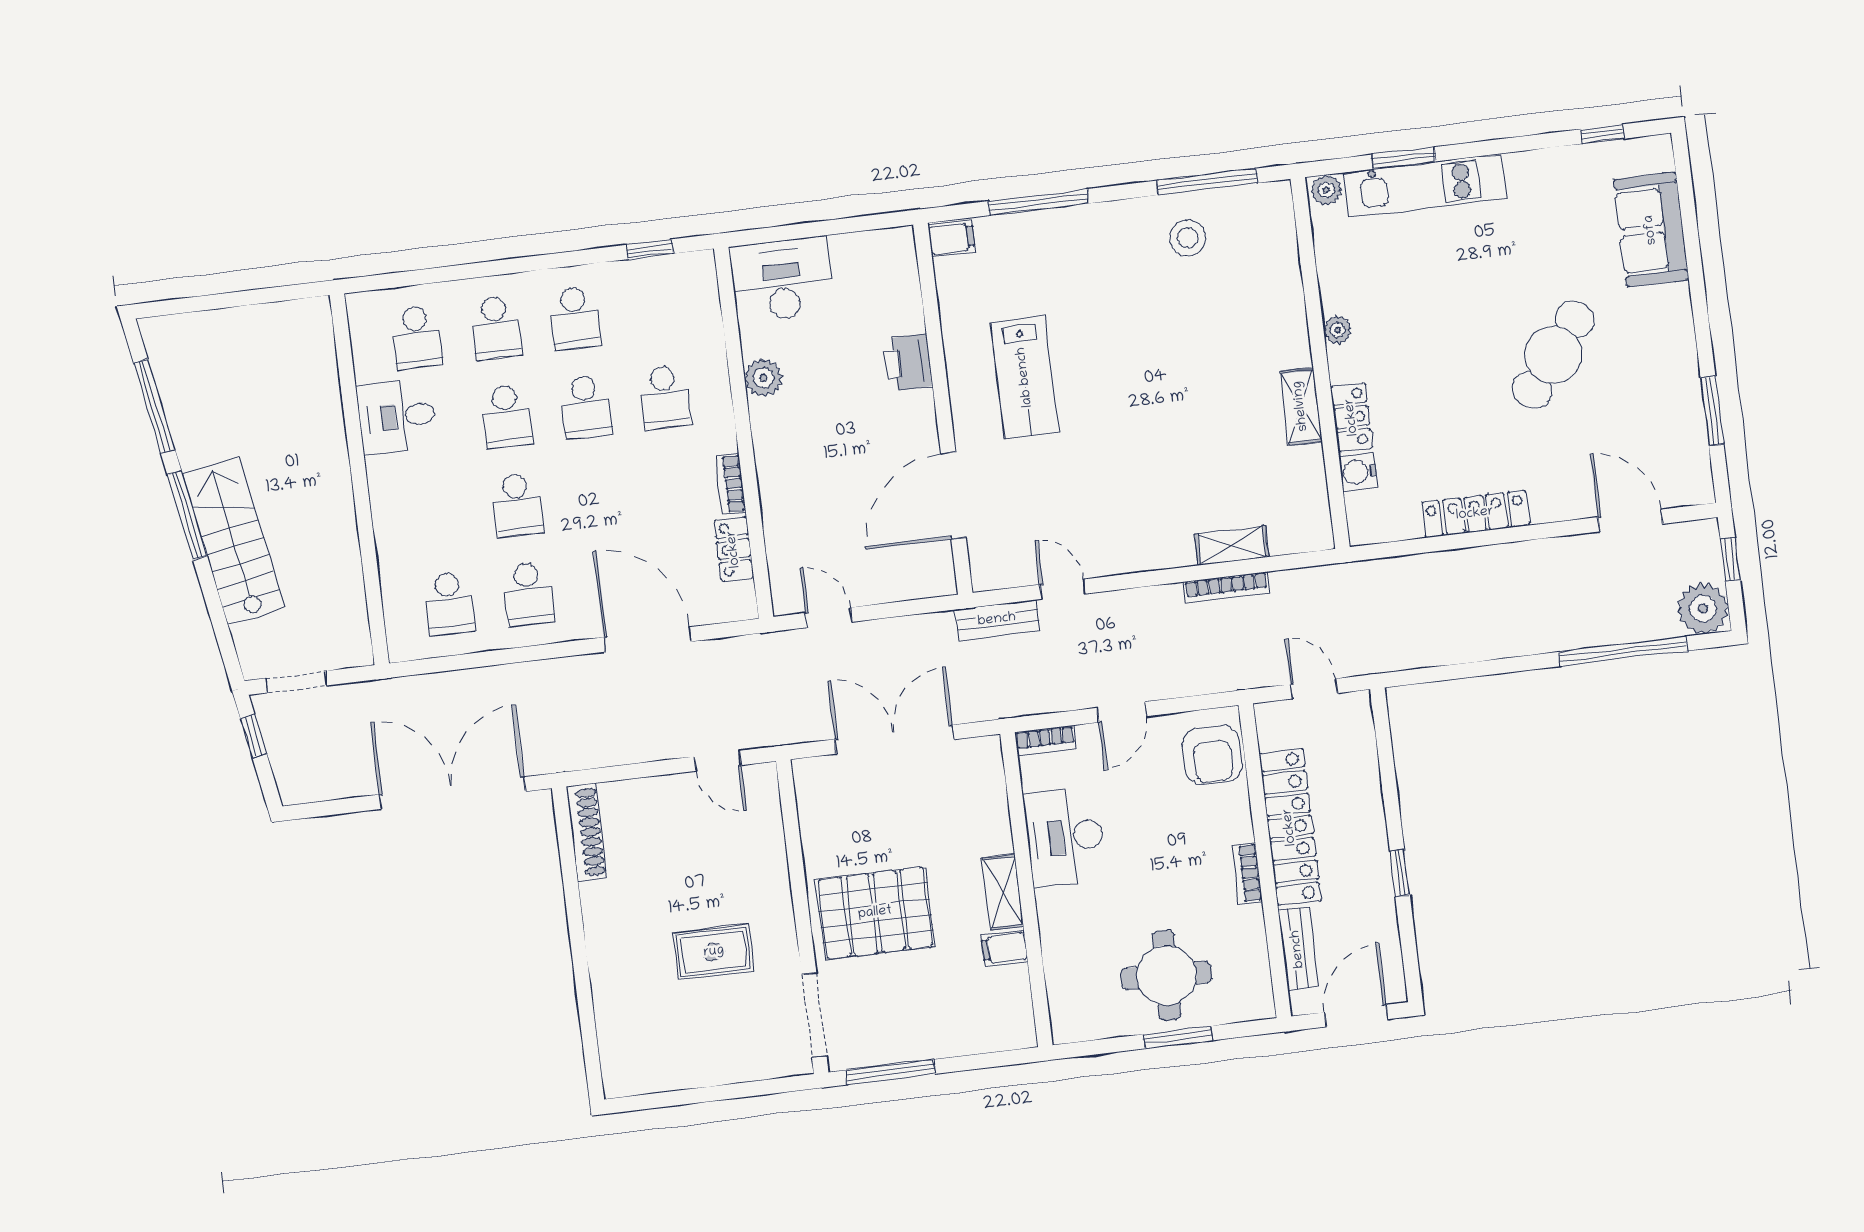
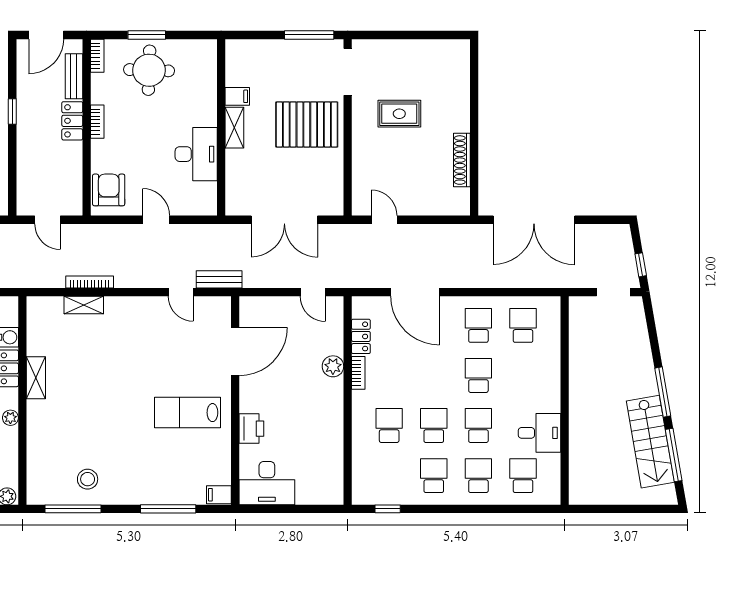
desk: (782, 280) -> (267, 483), moved
lab bench: (1025, 377) -> (188, 413), turned -90
plant: (763, 378) -> (333, 366), moved
stairs: (233, 541) -> (650, 442), moved
door: (1122, 712) -> (156, 220), hinge flipped
bookcase: (1046, 740) -> (97, 56), moved, turned 90
locker: (1290, 827) -> (72, 121), width x0.46, depth x0.83
shoe rack: (587, 832) -> (462, 160), moved

